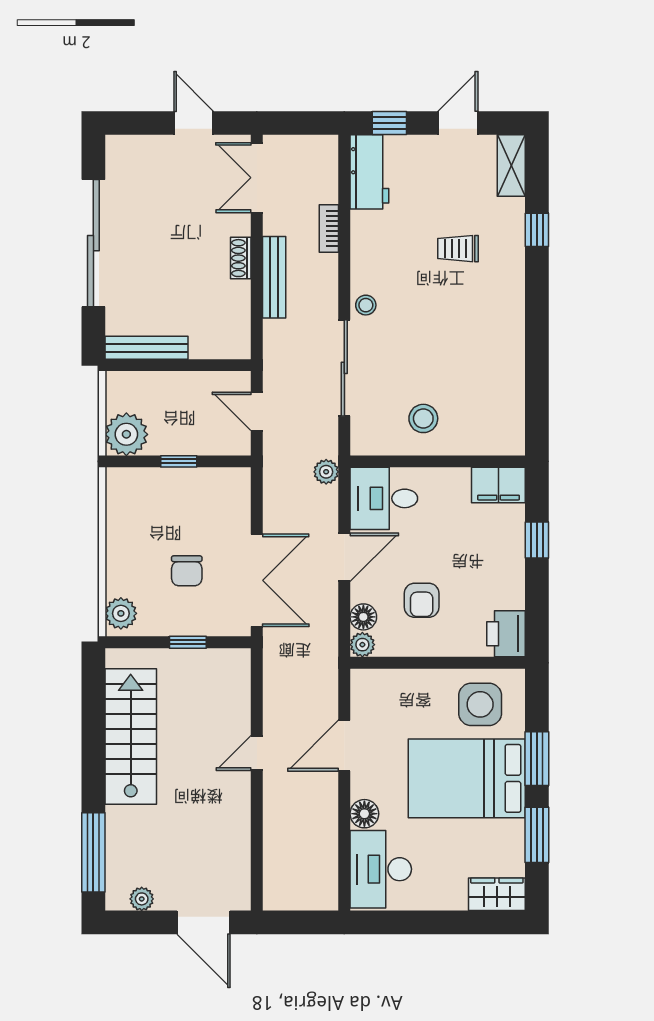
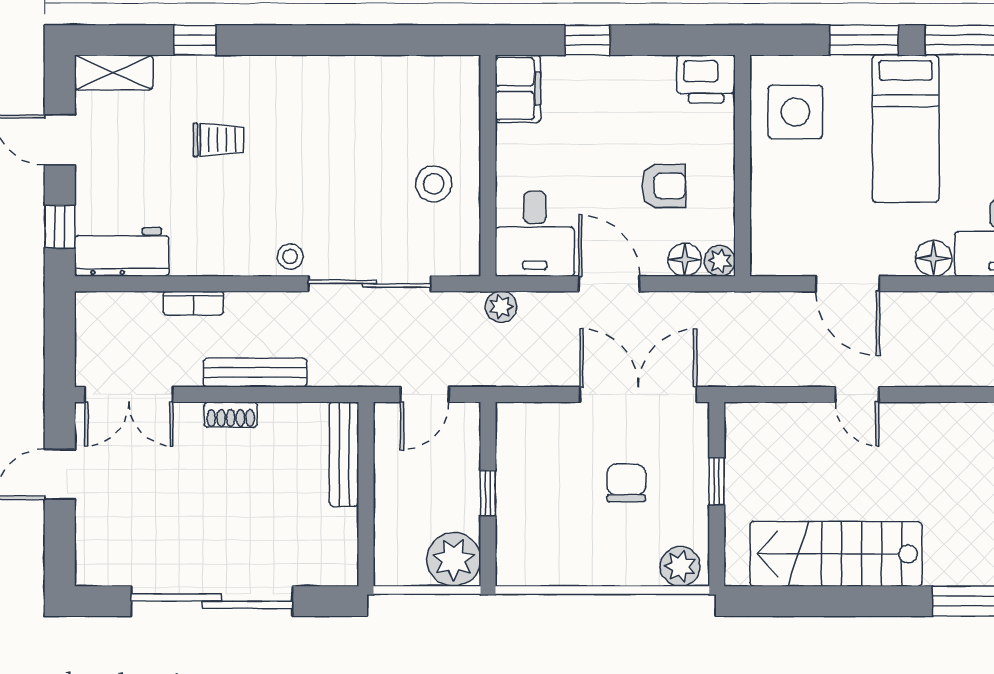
trolley: (458, 249) -> (219, 140), turned -90
bench: (146, 348) -> (344, 454), moved
chair: (187, 571) -> (626, 483), turned -90
bed: (467, 778) -> (906, 129), width x0.67

